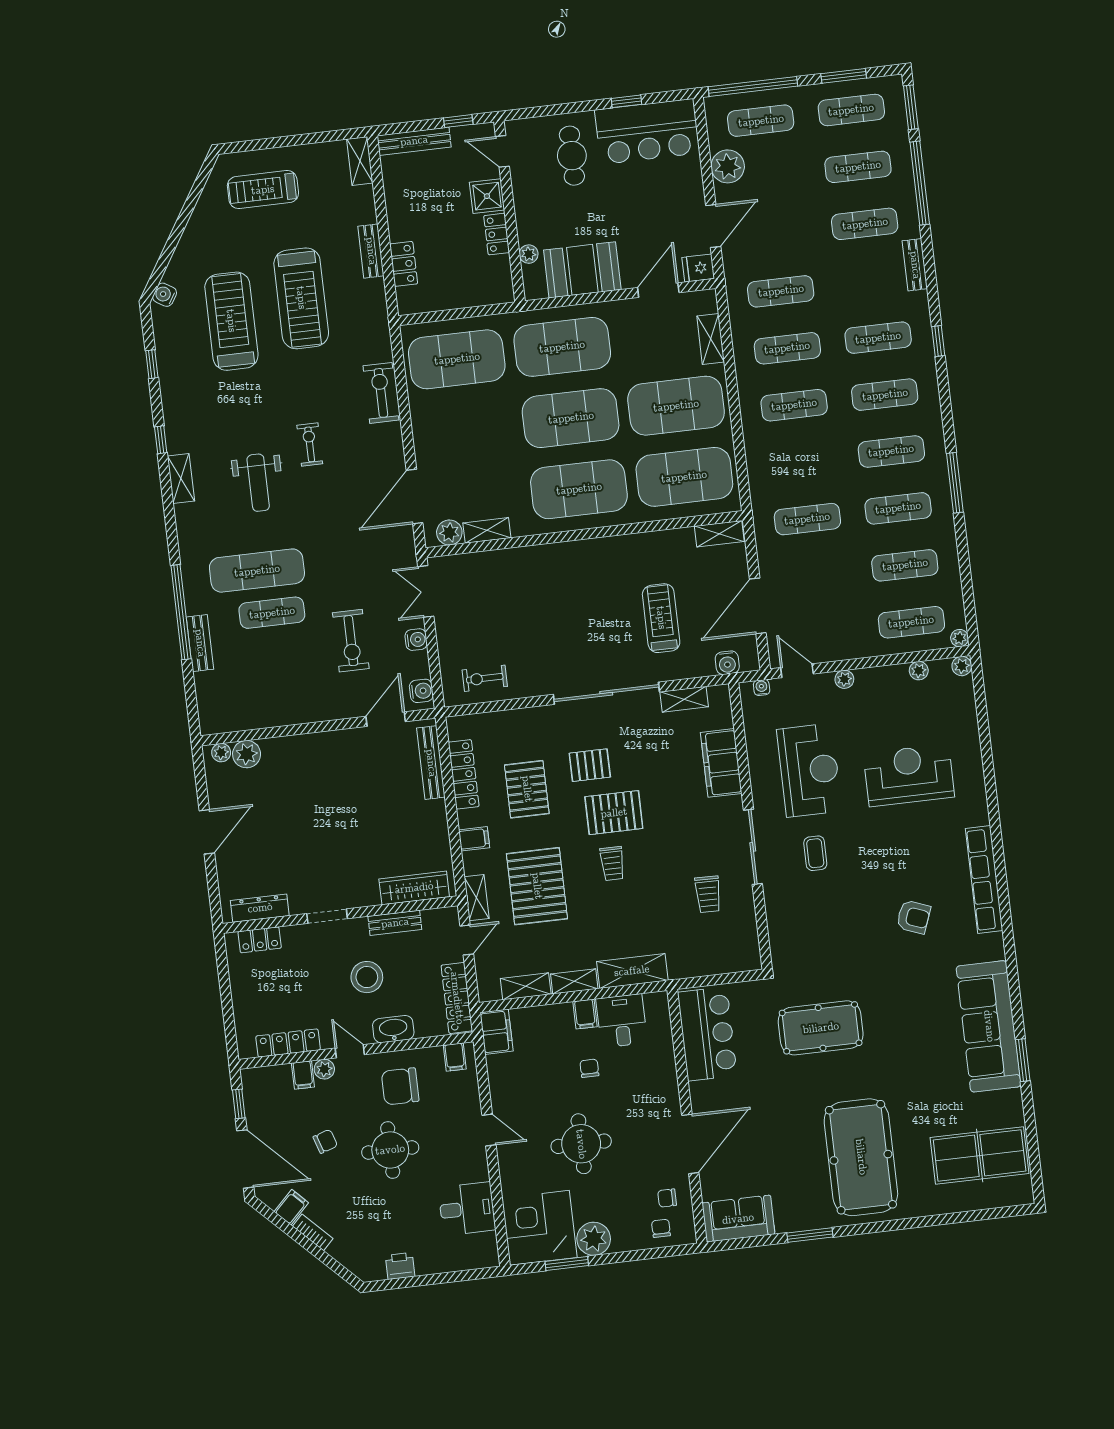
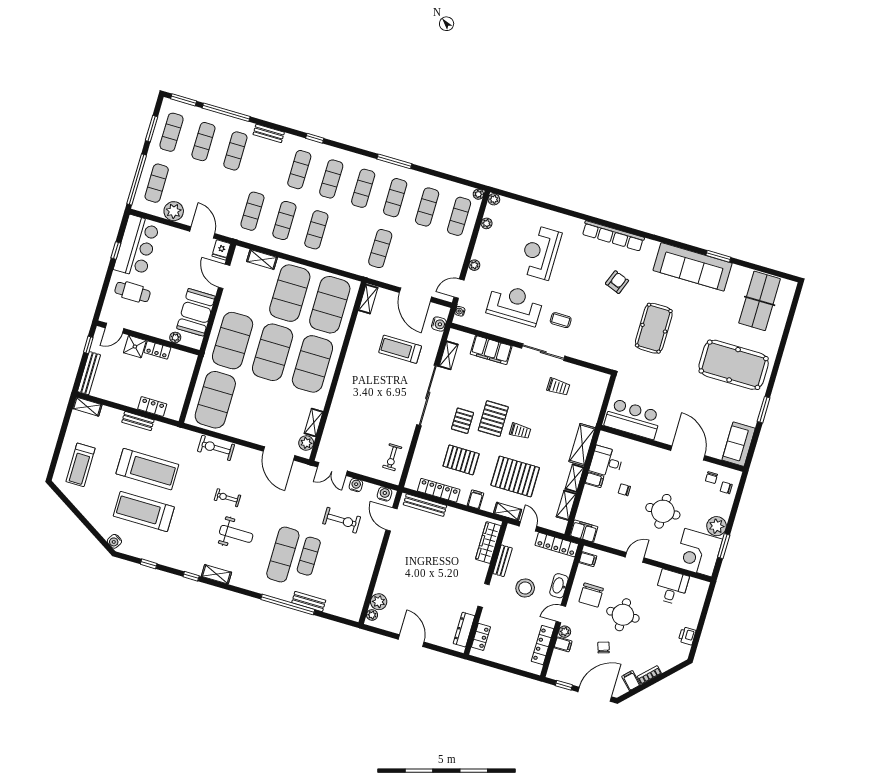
pool table: (821, 1028) -> (654, 328), moved

